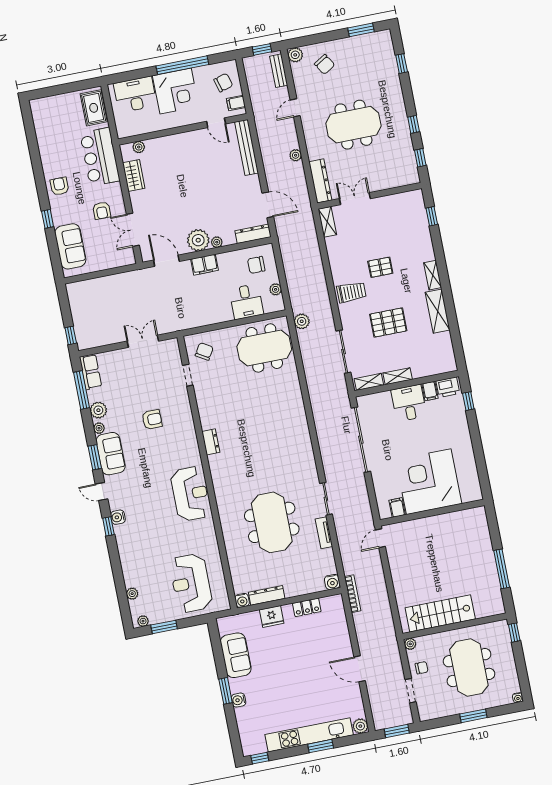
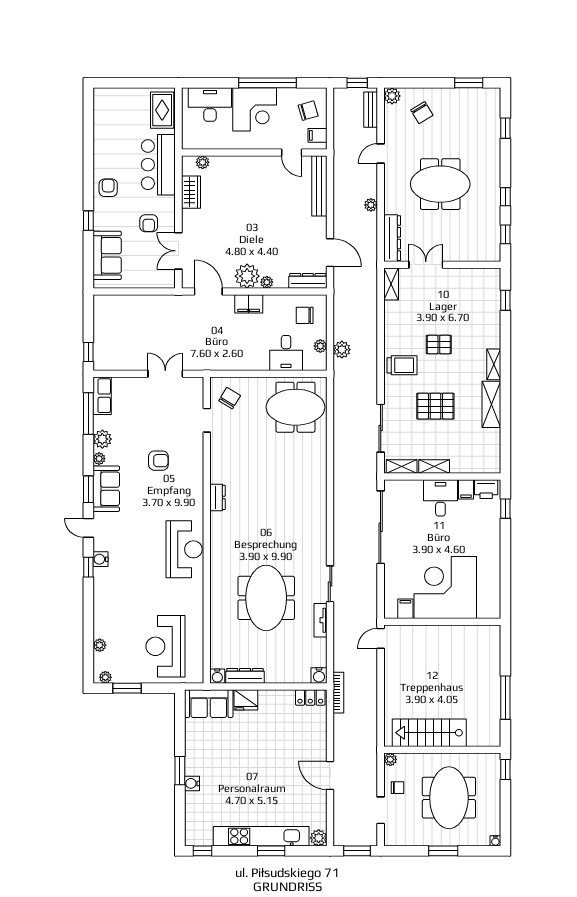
plant: (302, 321) -> (342, 350), moved
locker: (307, 607) -> (310, 698), moved
sofa: (236, 655) -> (209, 704), moved, turned 90

